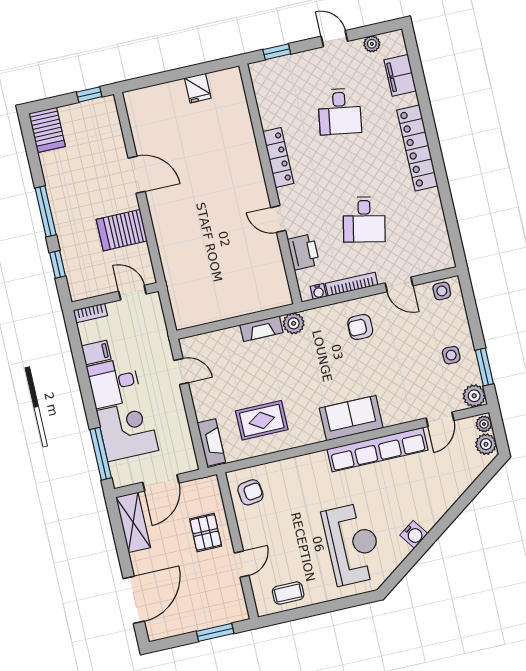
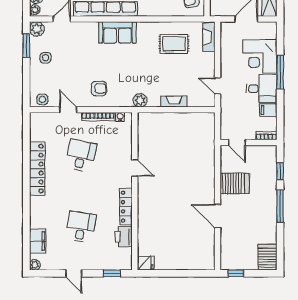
plant: (372, 44) -> (35, 265), moved
fridge: (198, 88) -> (146, 263), moved, turned 90
locker: (417, 148) -> (37, 169), moved
printer: (303, 252) -> (124, 237), moved
fireplace: (261, 329) -> (174, 102), moved
window: (101, 454) -> (280, 72), moved

